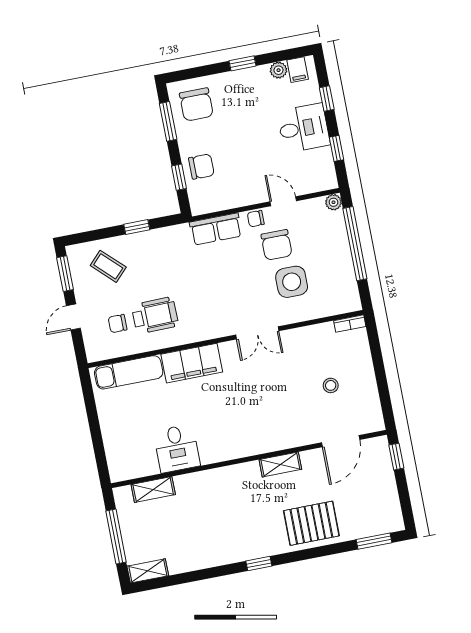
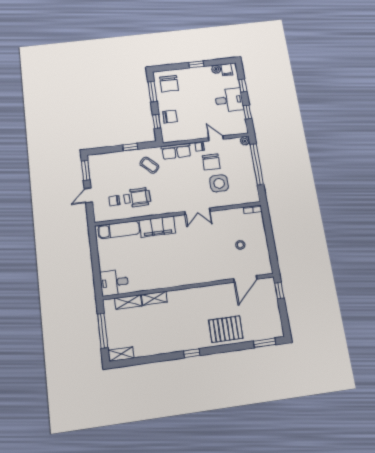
coffee table: (108, 266) -> (149, 165), moved
desk: (177, 448) -> (114, 282), moved, turned 90
shelving: (280, 464) -> (154, 298), moved

